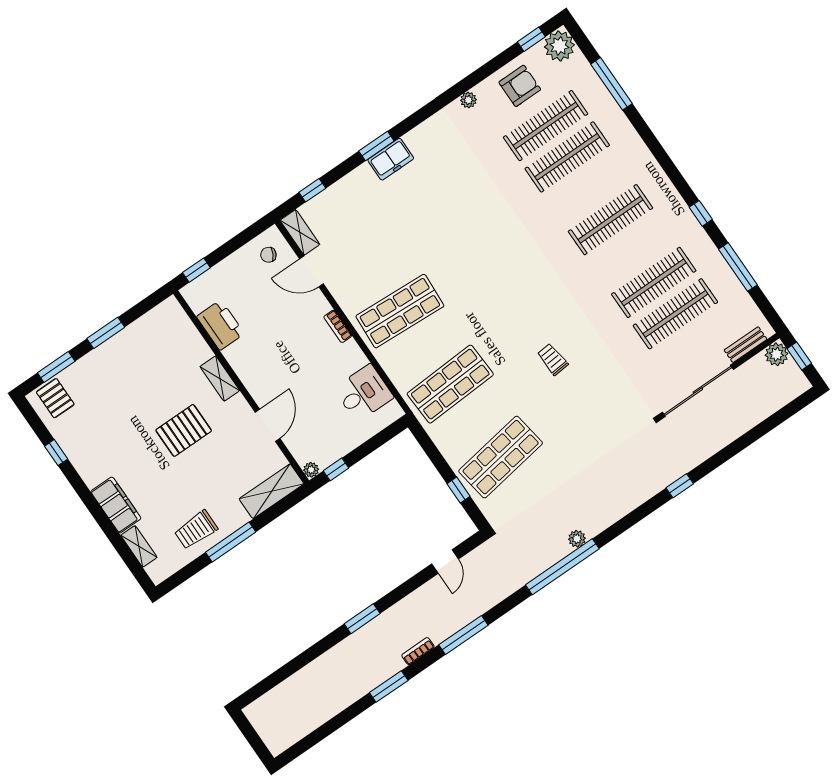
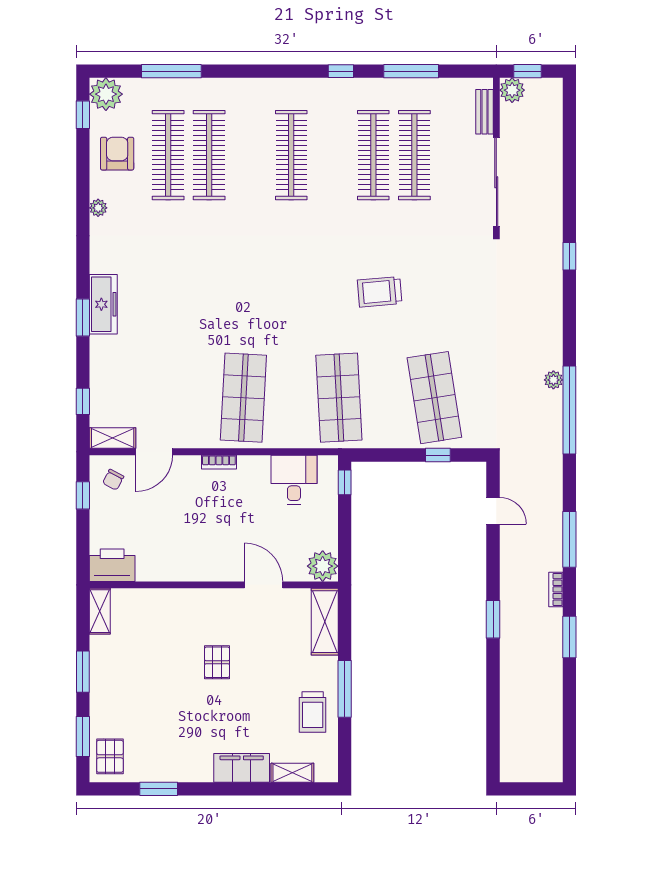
freezer: (391, 159) -> (103, 304), width x1.40
window: (196, 270) -> (83, 495), moved
printer: (220, 325) -> (112, 565), moved
trolley: (553, 359) -> (380, 292), width x1.36, depth x1.39
shelving: (220, 379) -> (100, 611), moved, turned 90
pallet: (55, 398) -> (110, 756), turned 90
pallet: (184, 430) -> (217, 662), width x0.67, depth x0.71
window: (56, 453) -> (159, 789), width x1.50
window: (336, 469) -> (345, 482), moved
plant: (311, 470) -> (323, 566), width x1.88, depth x1.88

